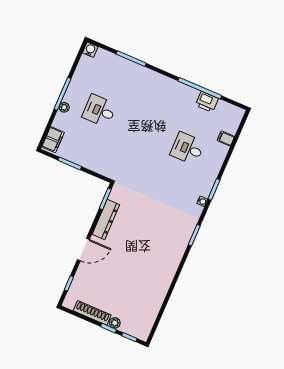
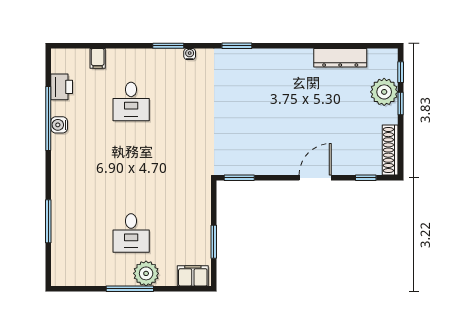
water cooler: (90, 50) -> (59, 125), moved
printer: (207, 102) -> (62, 87), moved
plant: (64, 107) -> (146, 273), width x1.88, depth x1.88
dresser: (106, 219) -> (340, 58), moved, turned 180
door: (83, 250) -> (315, 178), hinge flipped
shoe rack: (92, 313) -> (390, 150), moved
plant: (115, 323) -> (384, 92), width x1.88, depth x1.88

